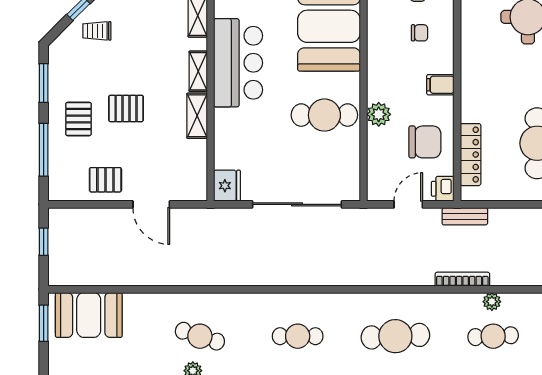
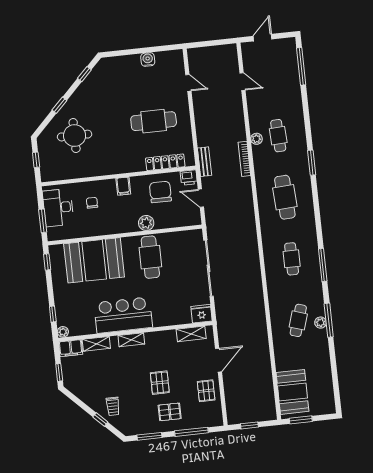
shelving: (197, 116) -> (191, 334), moved

